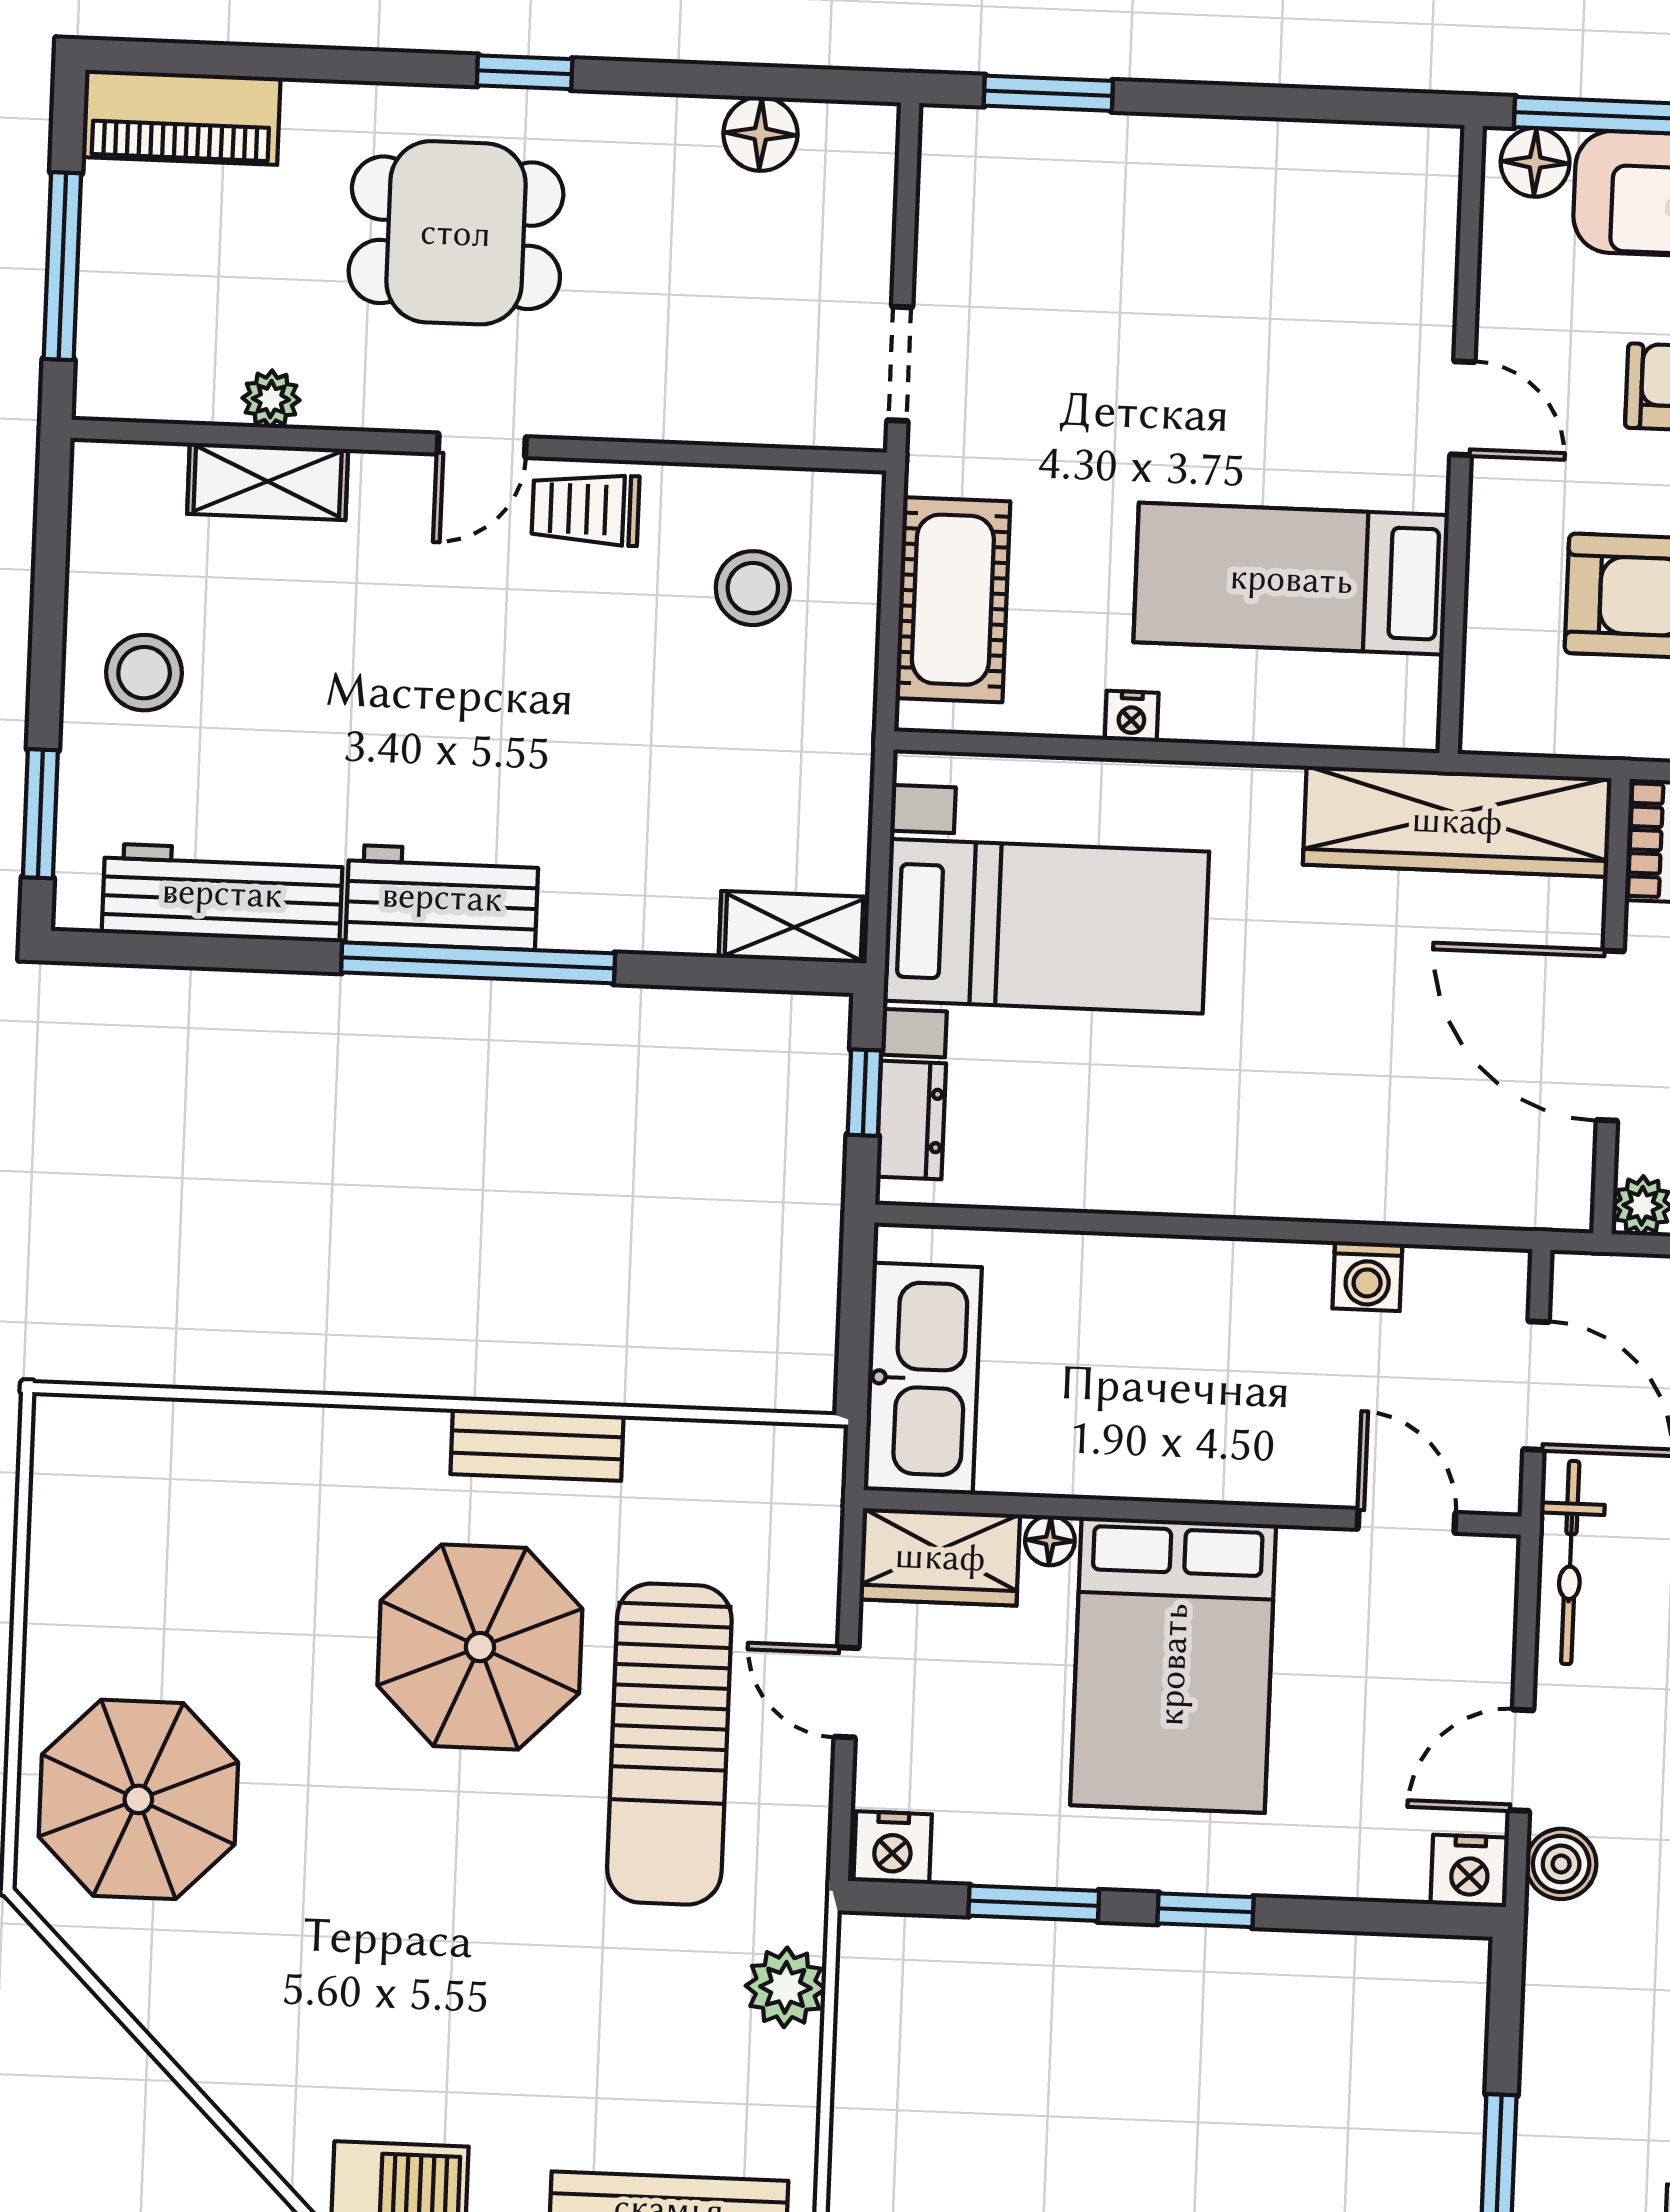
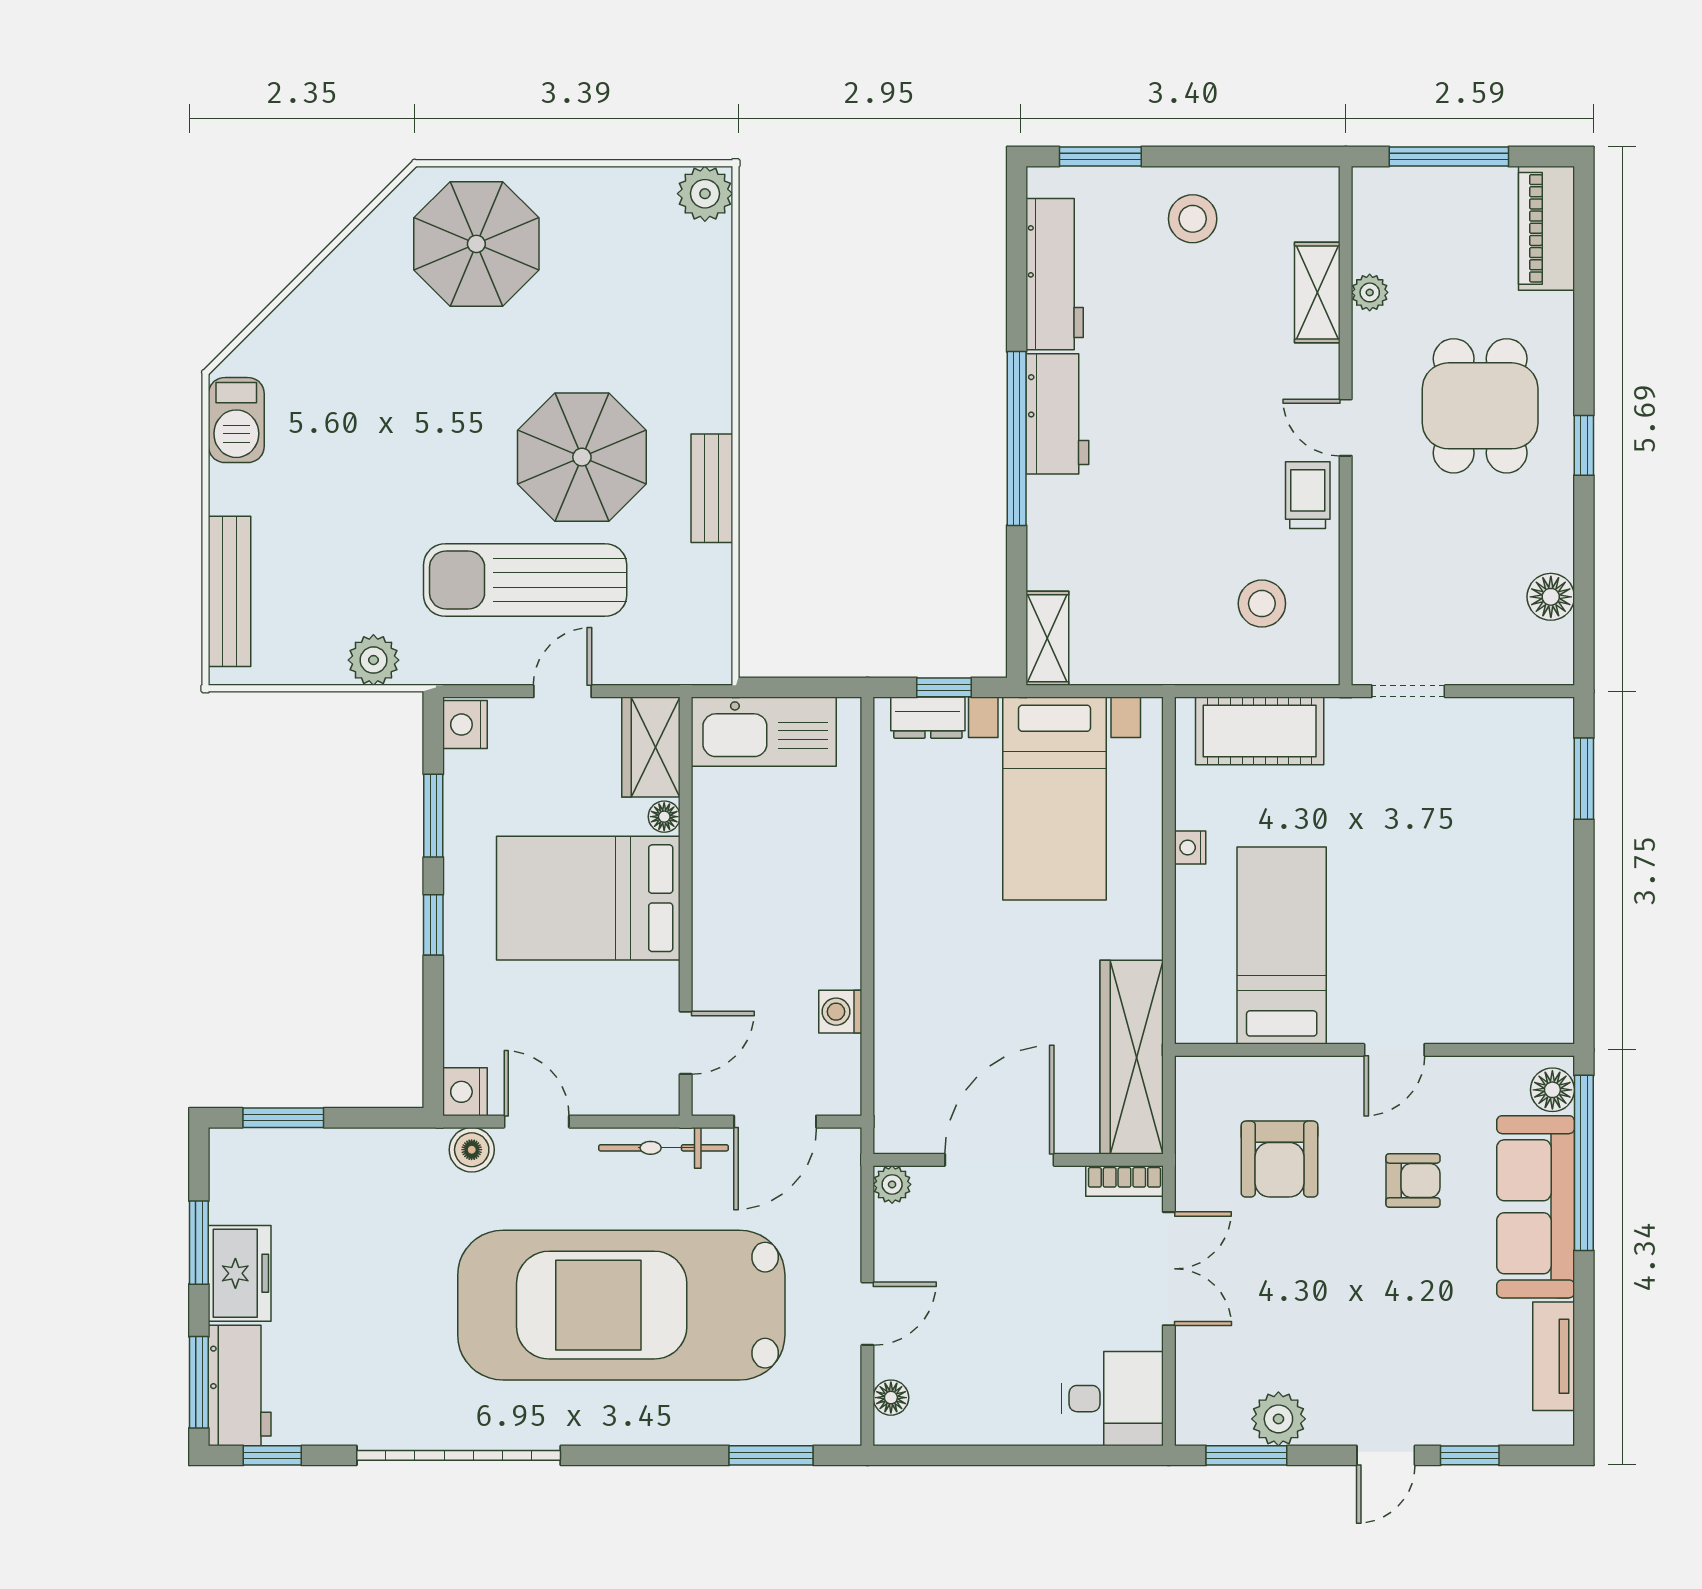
plant: (74, 1437) -> (705, 194), added

